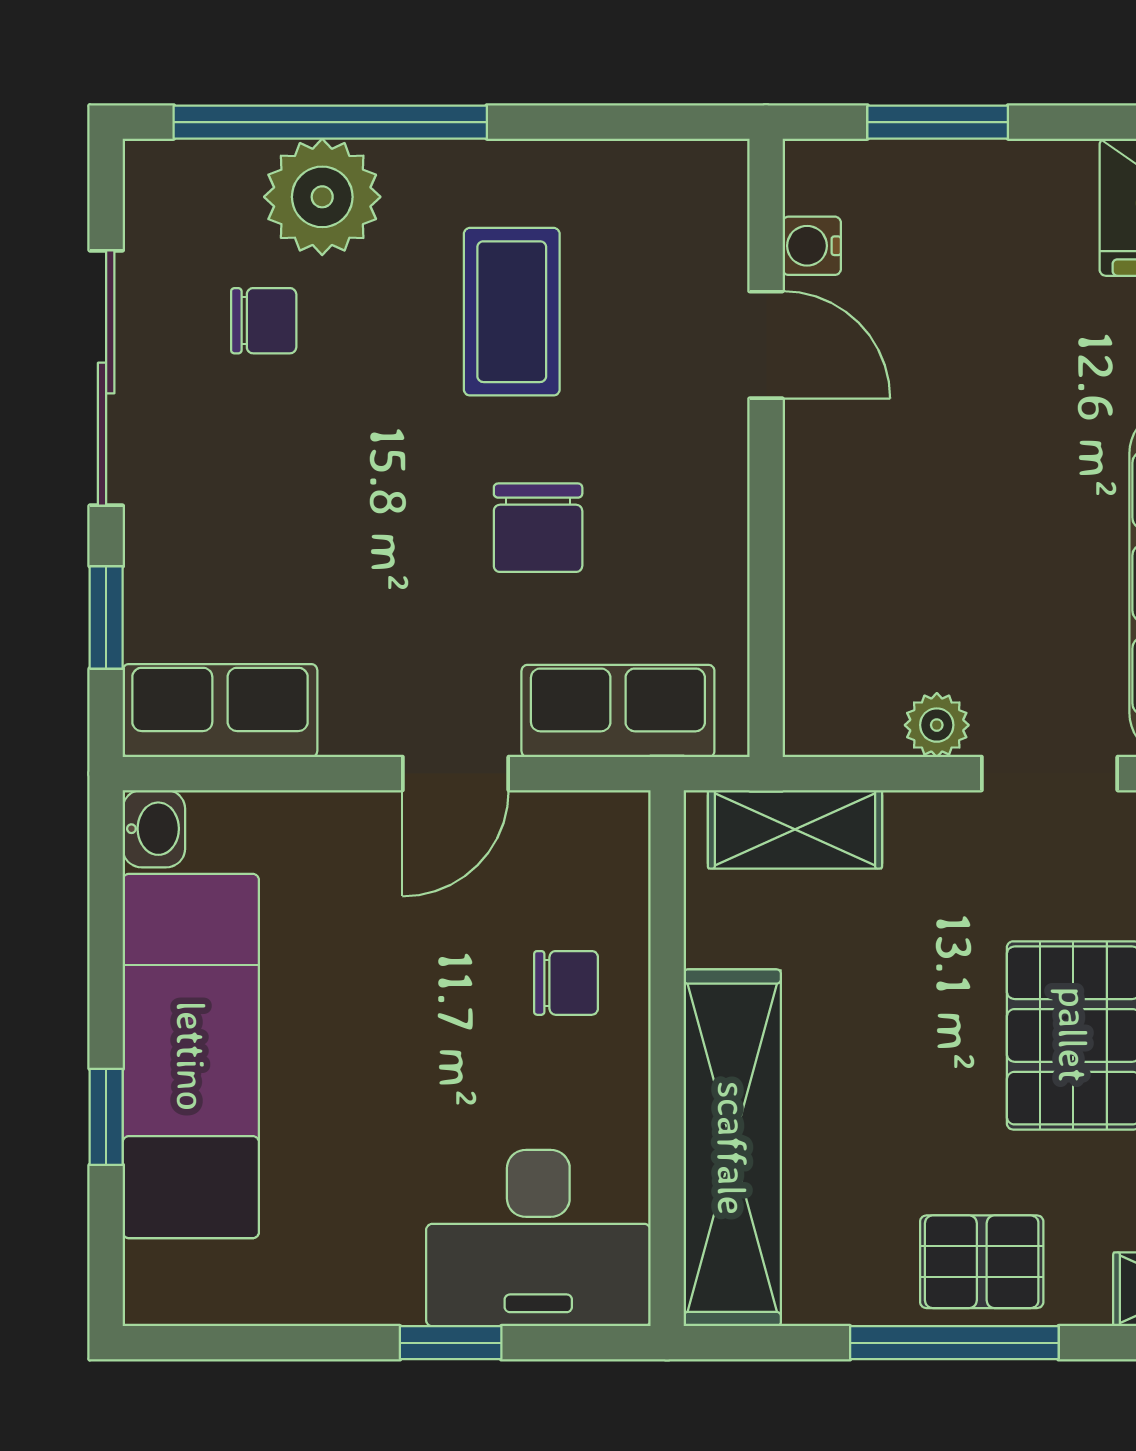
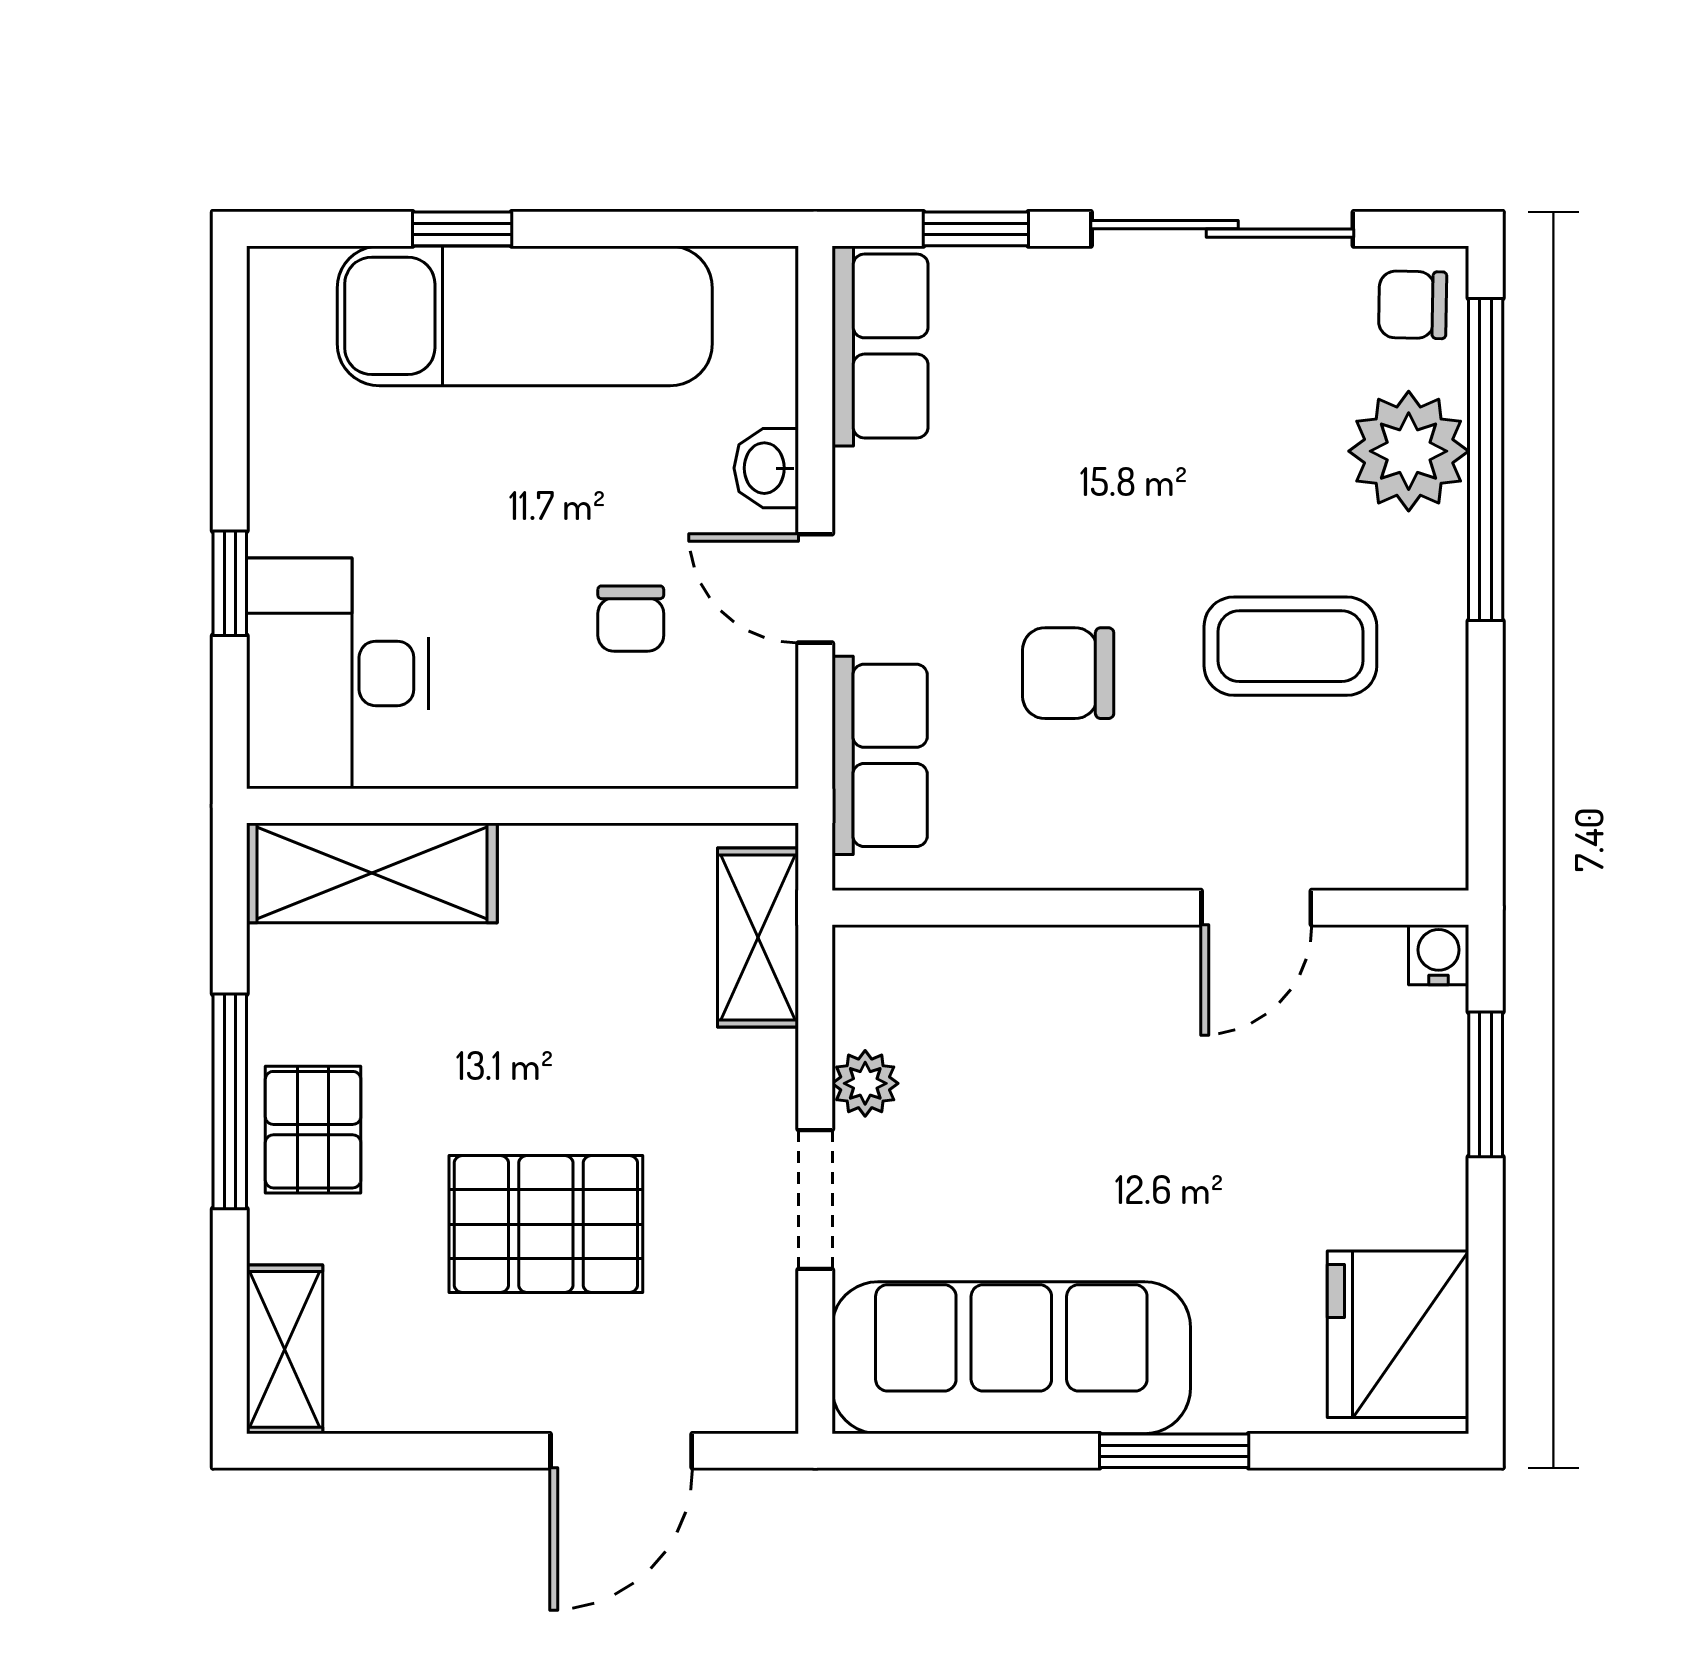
water cooler: (812, 246) -> (1439, 955), moved
chair: (264, 321) -> (1413, 305), moved, turned 91
washbasin: (154, 829) -> (766, 468), moved, turned 90
chair: (566, 983) -> (631, 619), moved
shelving: (732, 1148) -> (372, 873), width x0.68

